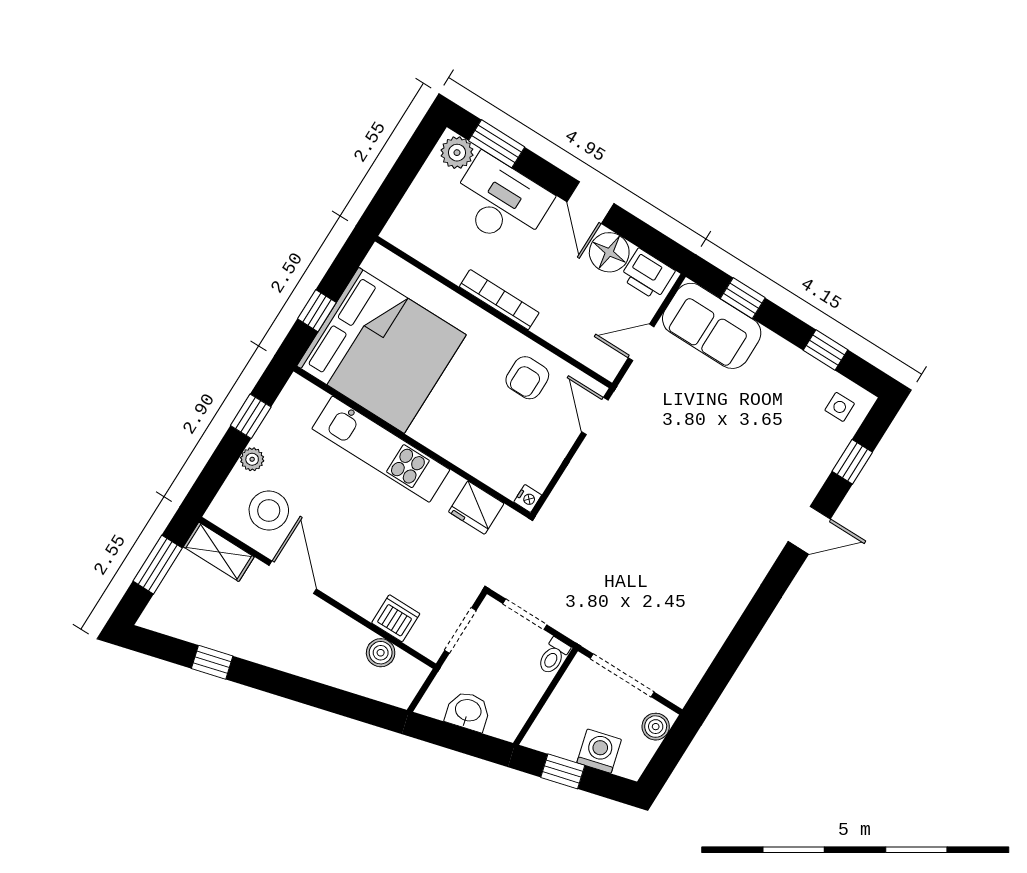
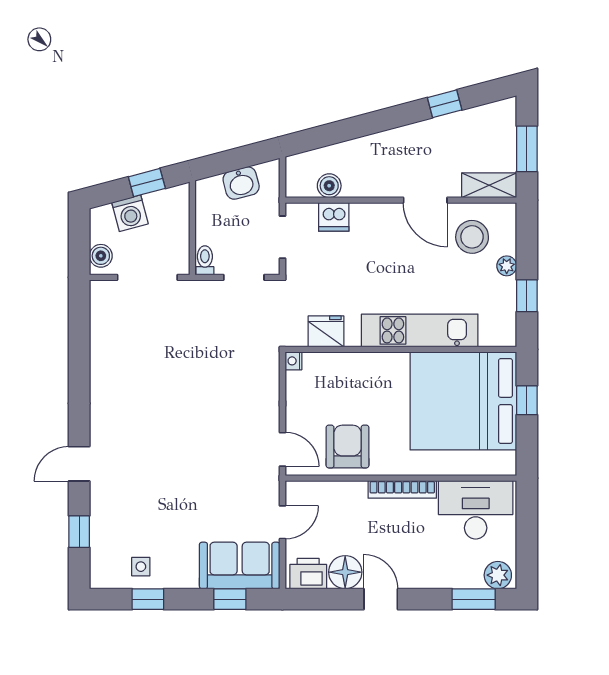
desk: (500, 202) -> (476, 510), moved, turned 180
armchair: (527, 378) -> (348, 446), width x1.38, depth x1.38
side table: (840, 407) -> (141, 567), moved

